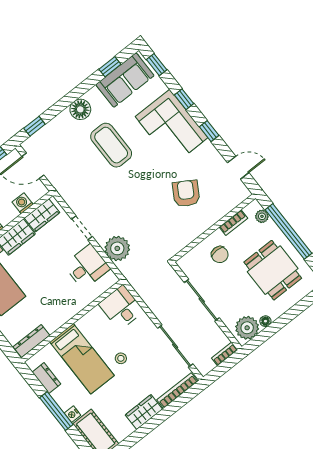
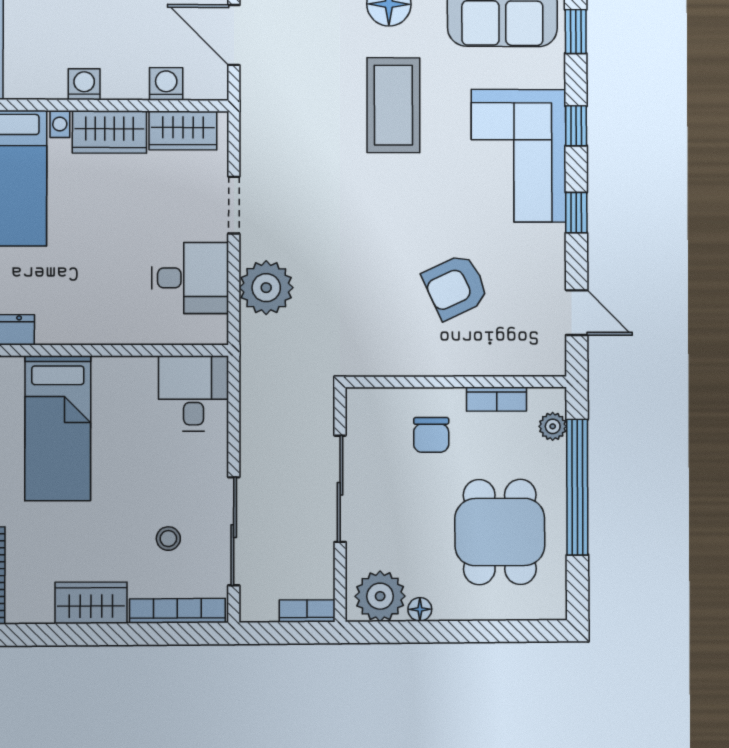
armchair: (186, 193) -> (455, 287), turned -146
stool: (121, 358) -> (168, 539), moved

